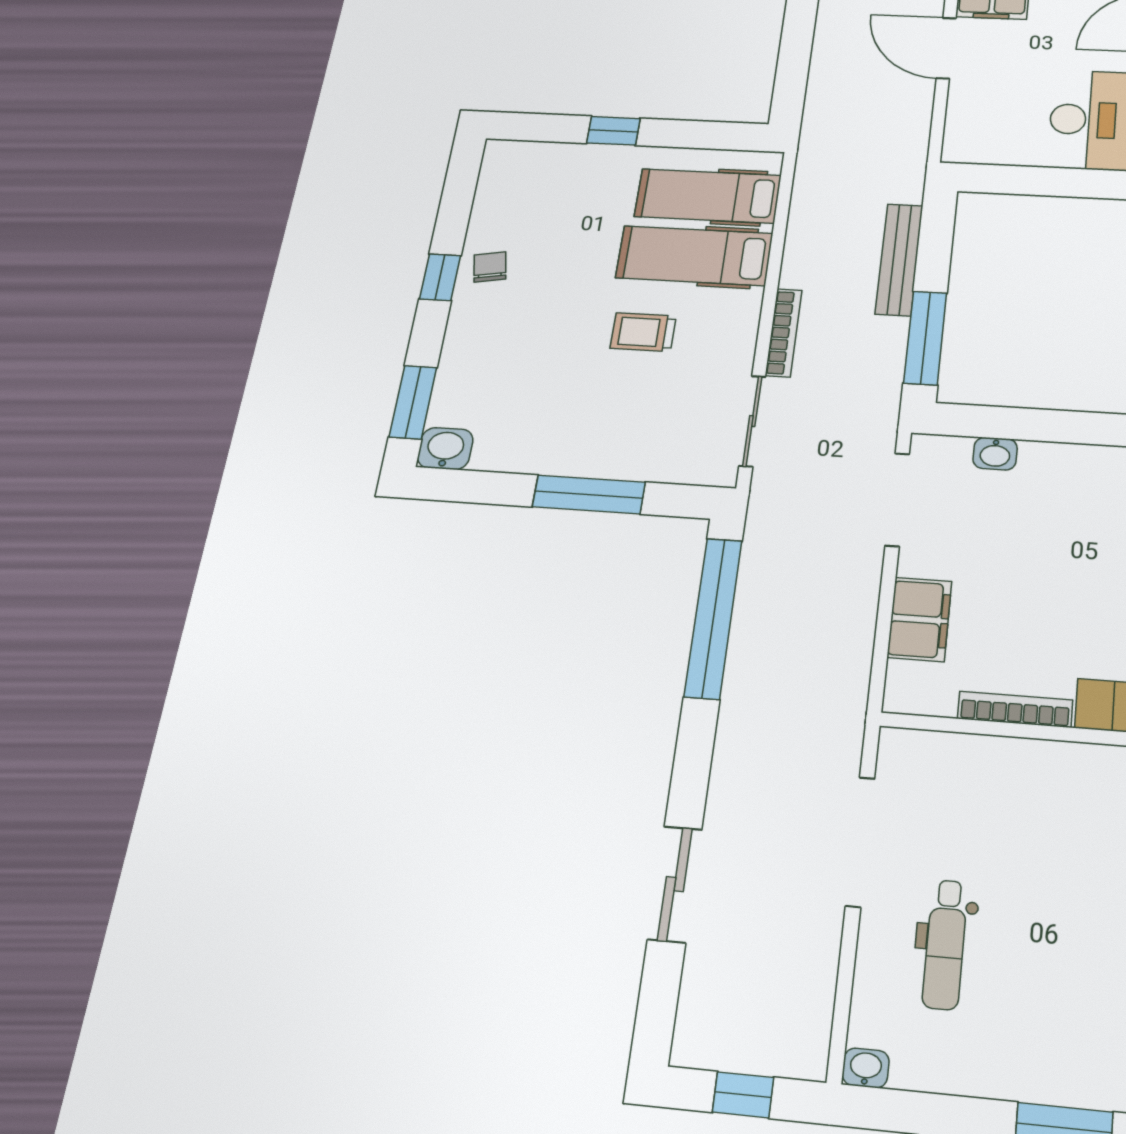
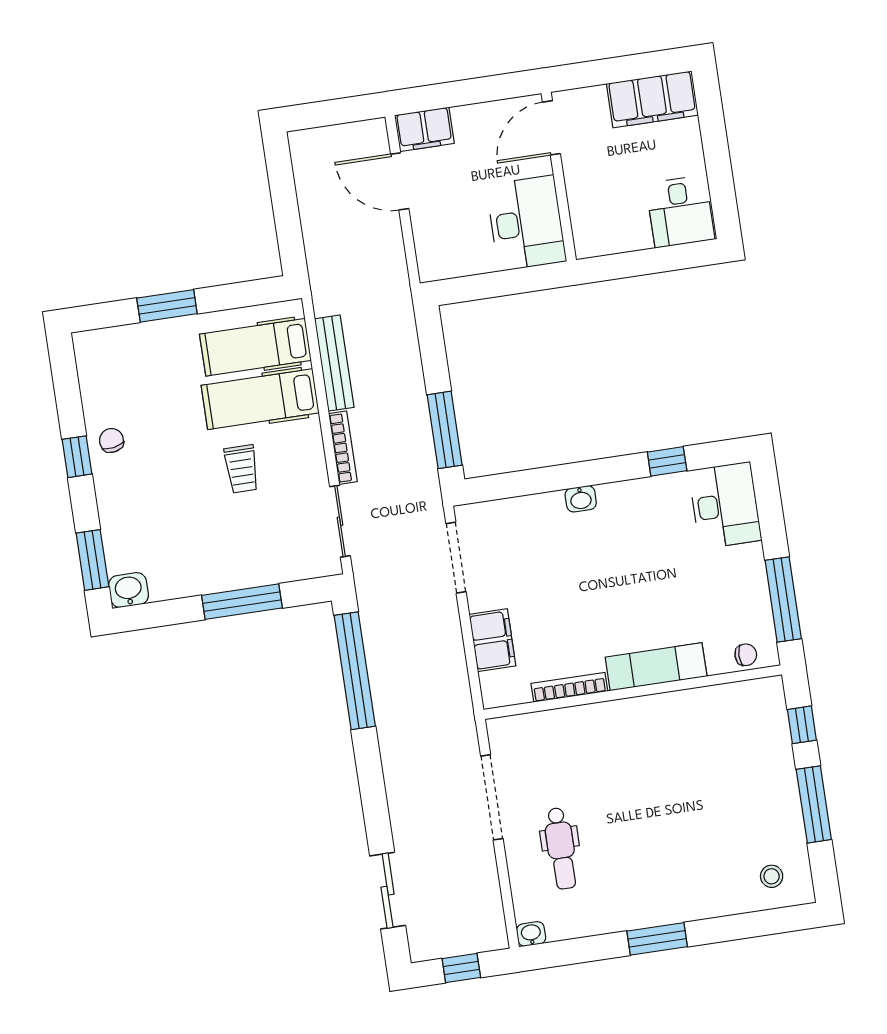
window: (613, 131) -> (167, 306), width x1.50
bench: (899, 259) -> (334, 363), moved
trolley: (643, 332) -> (242, 469), turned -90
washbasin: (995, 454) -> (581, 499), moved
sliding door: (675, 884) -> (388, 891), moved

